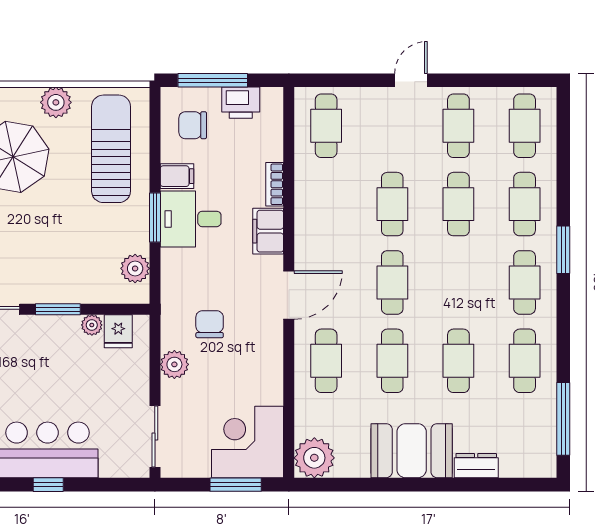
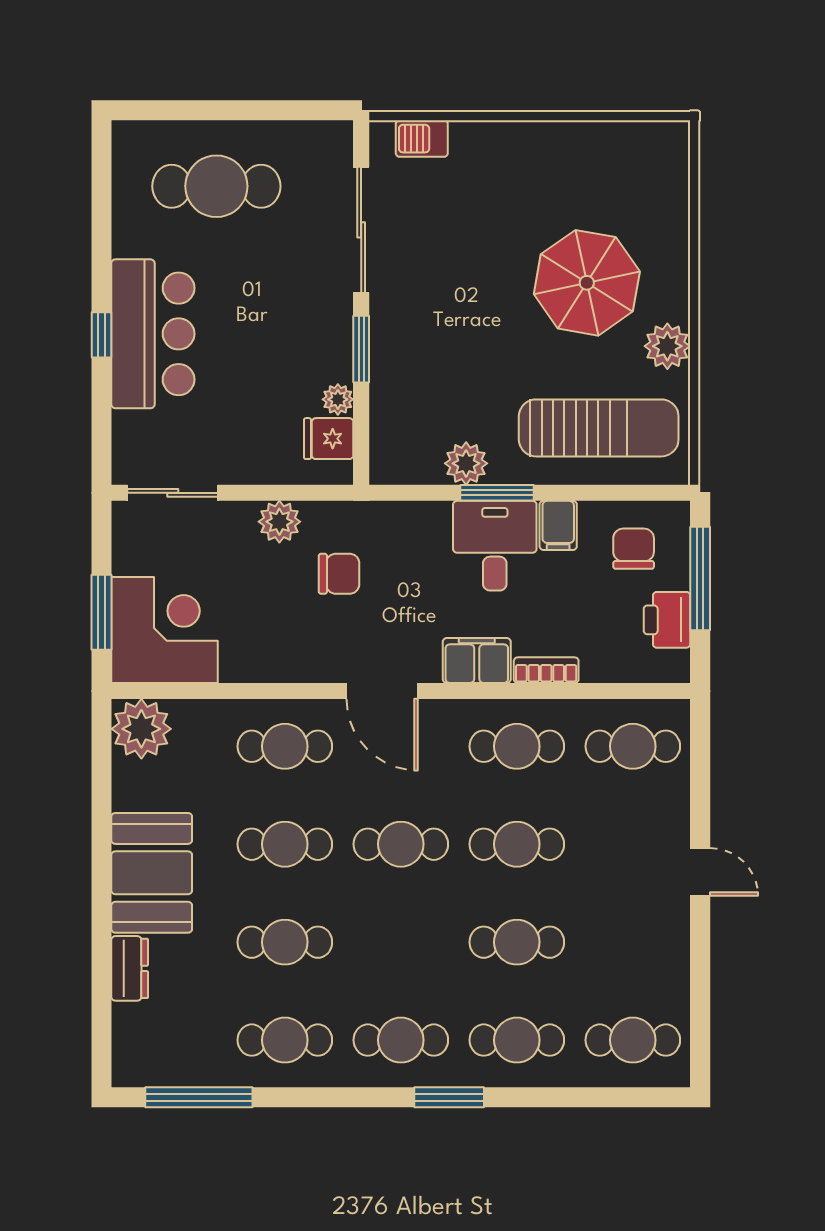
cafe table: (458, 126) -> (517, 746), moved
plant: (135, 268) -> (466, 463), moved

